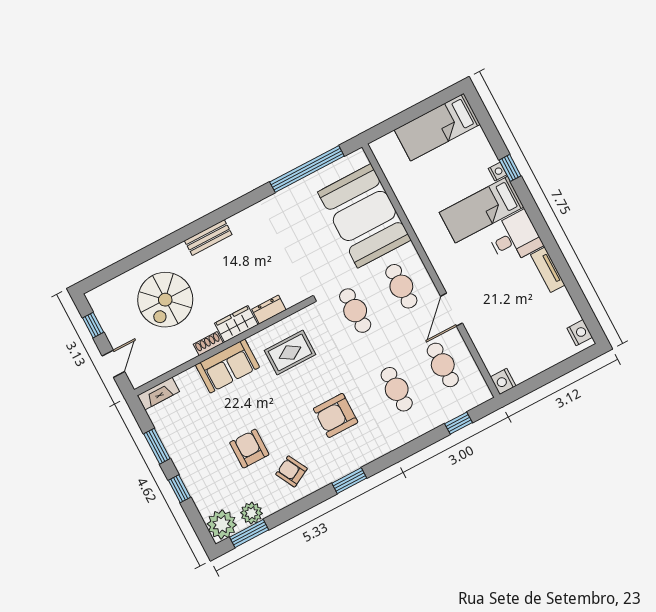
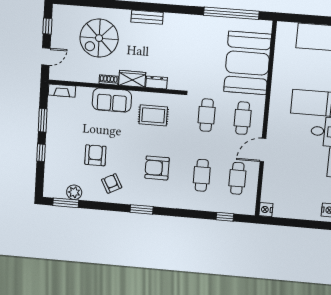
plant: (222, 524) -> (53, 188), removed

